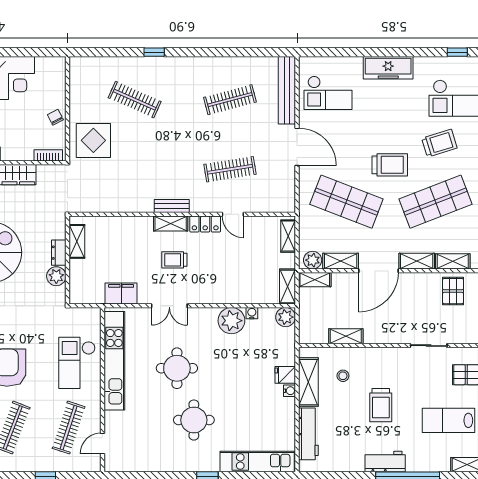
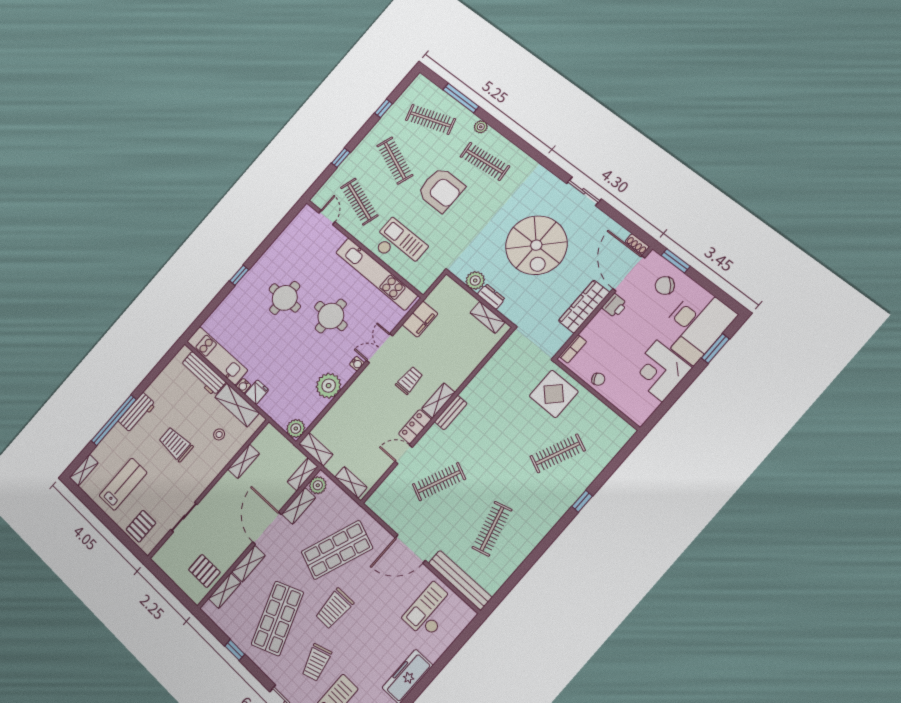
clothes rail: (230, 169) -> (439, 482), turned 33
water cooler: (252, 313) -> (357, 364), moved
kitchen unit: (257, 462) -> (217, 356), moved, turned -90

